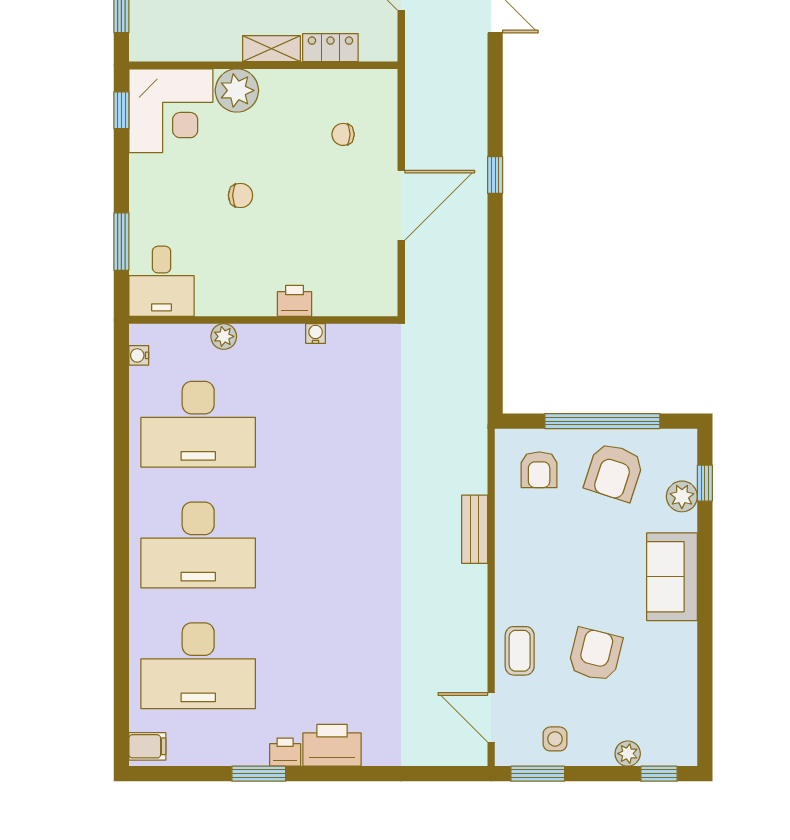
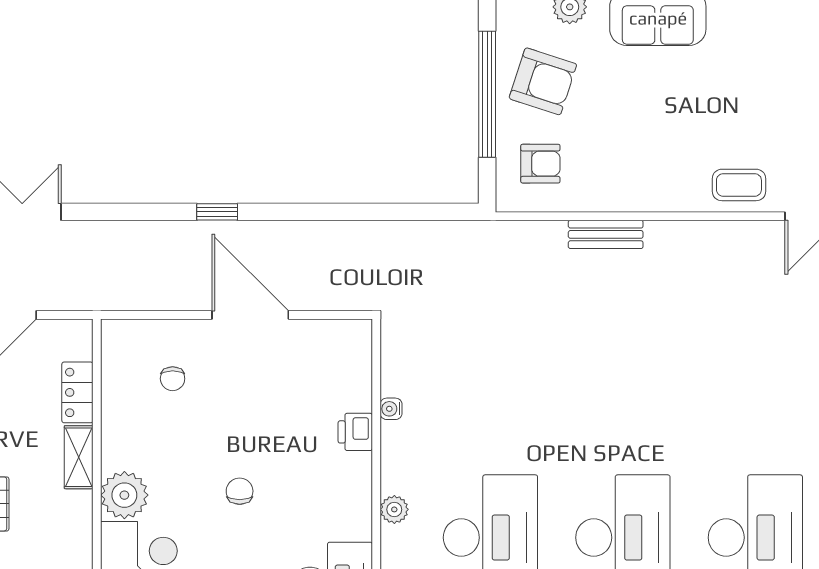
armchair: (595, 655) -> (743, 102), removed

